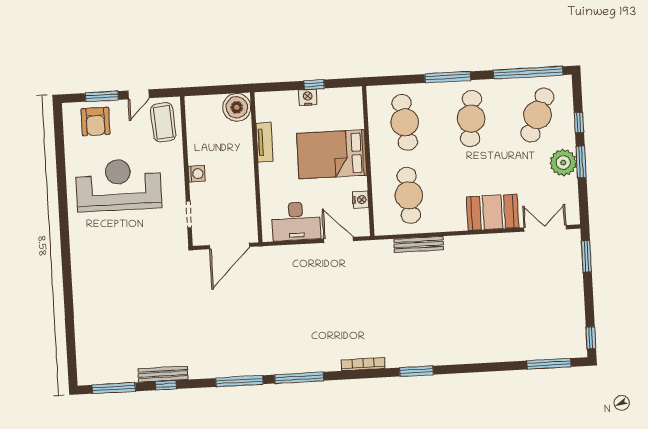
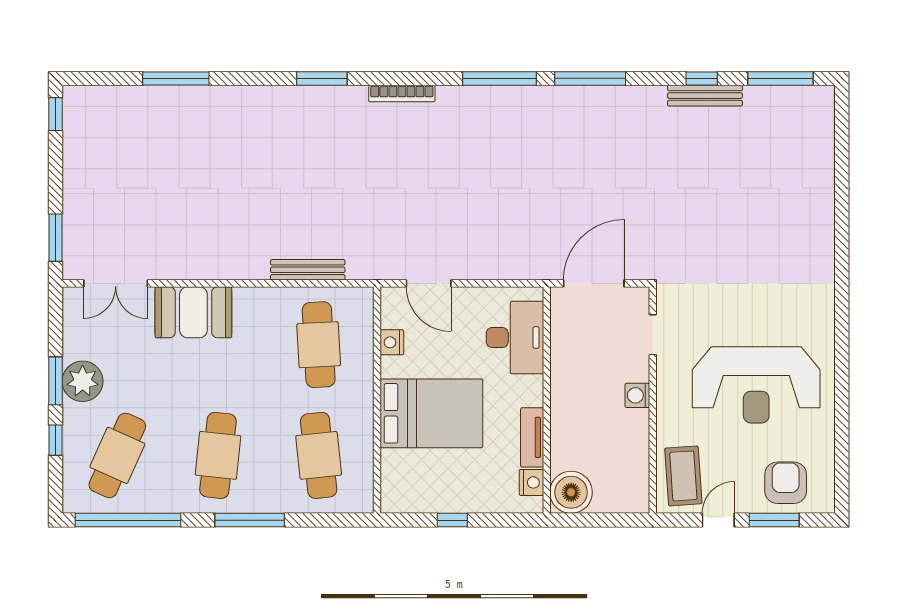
nightstand: (308, 97) -> (531, 482), moved, turned -90
desk: (296, 221) -> (515, 338), moved, turned 90
window: (549, 364) -> (176, 78), moved

